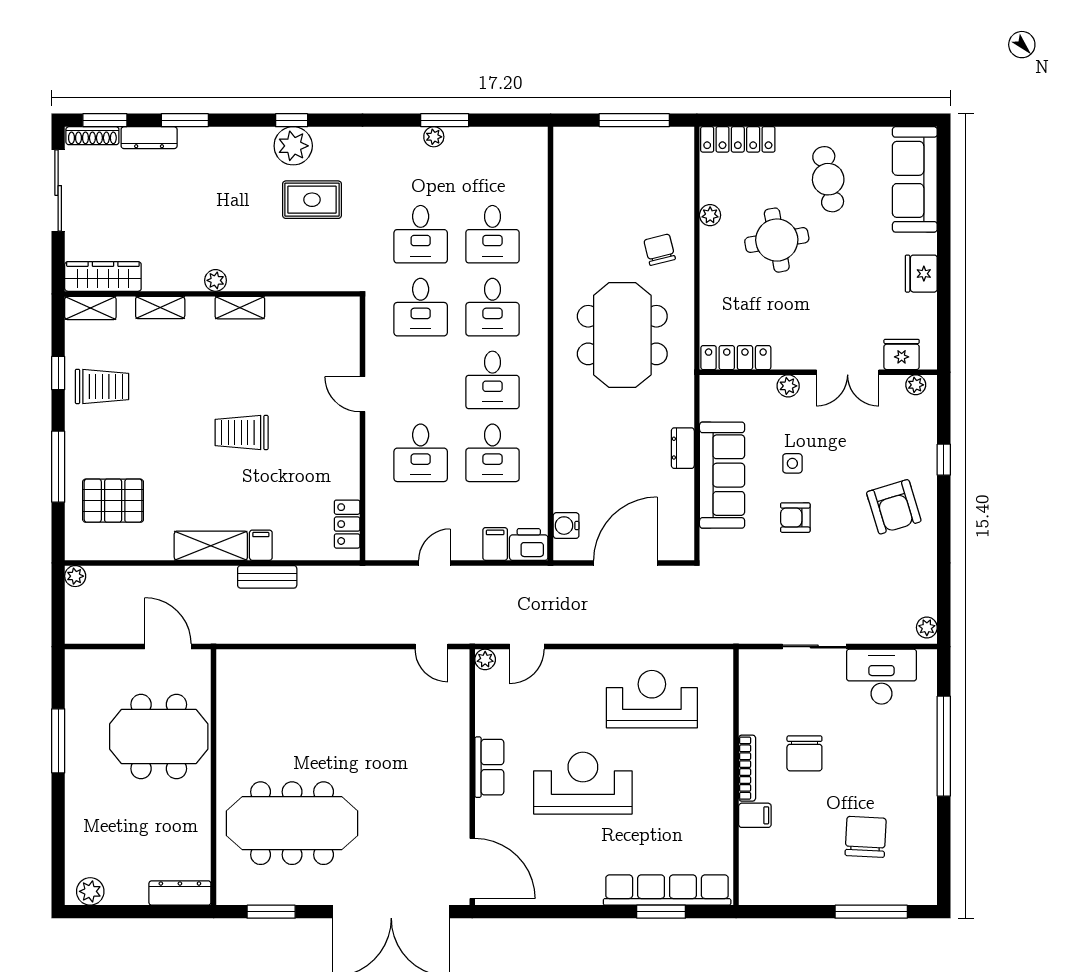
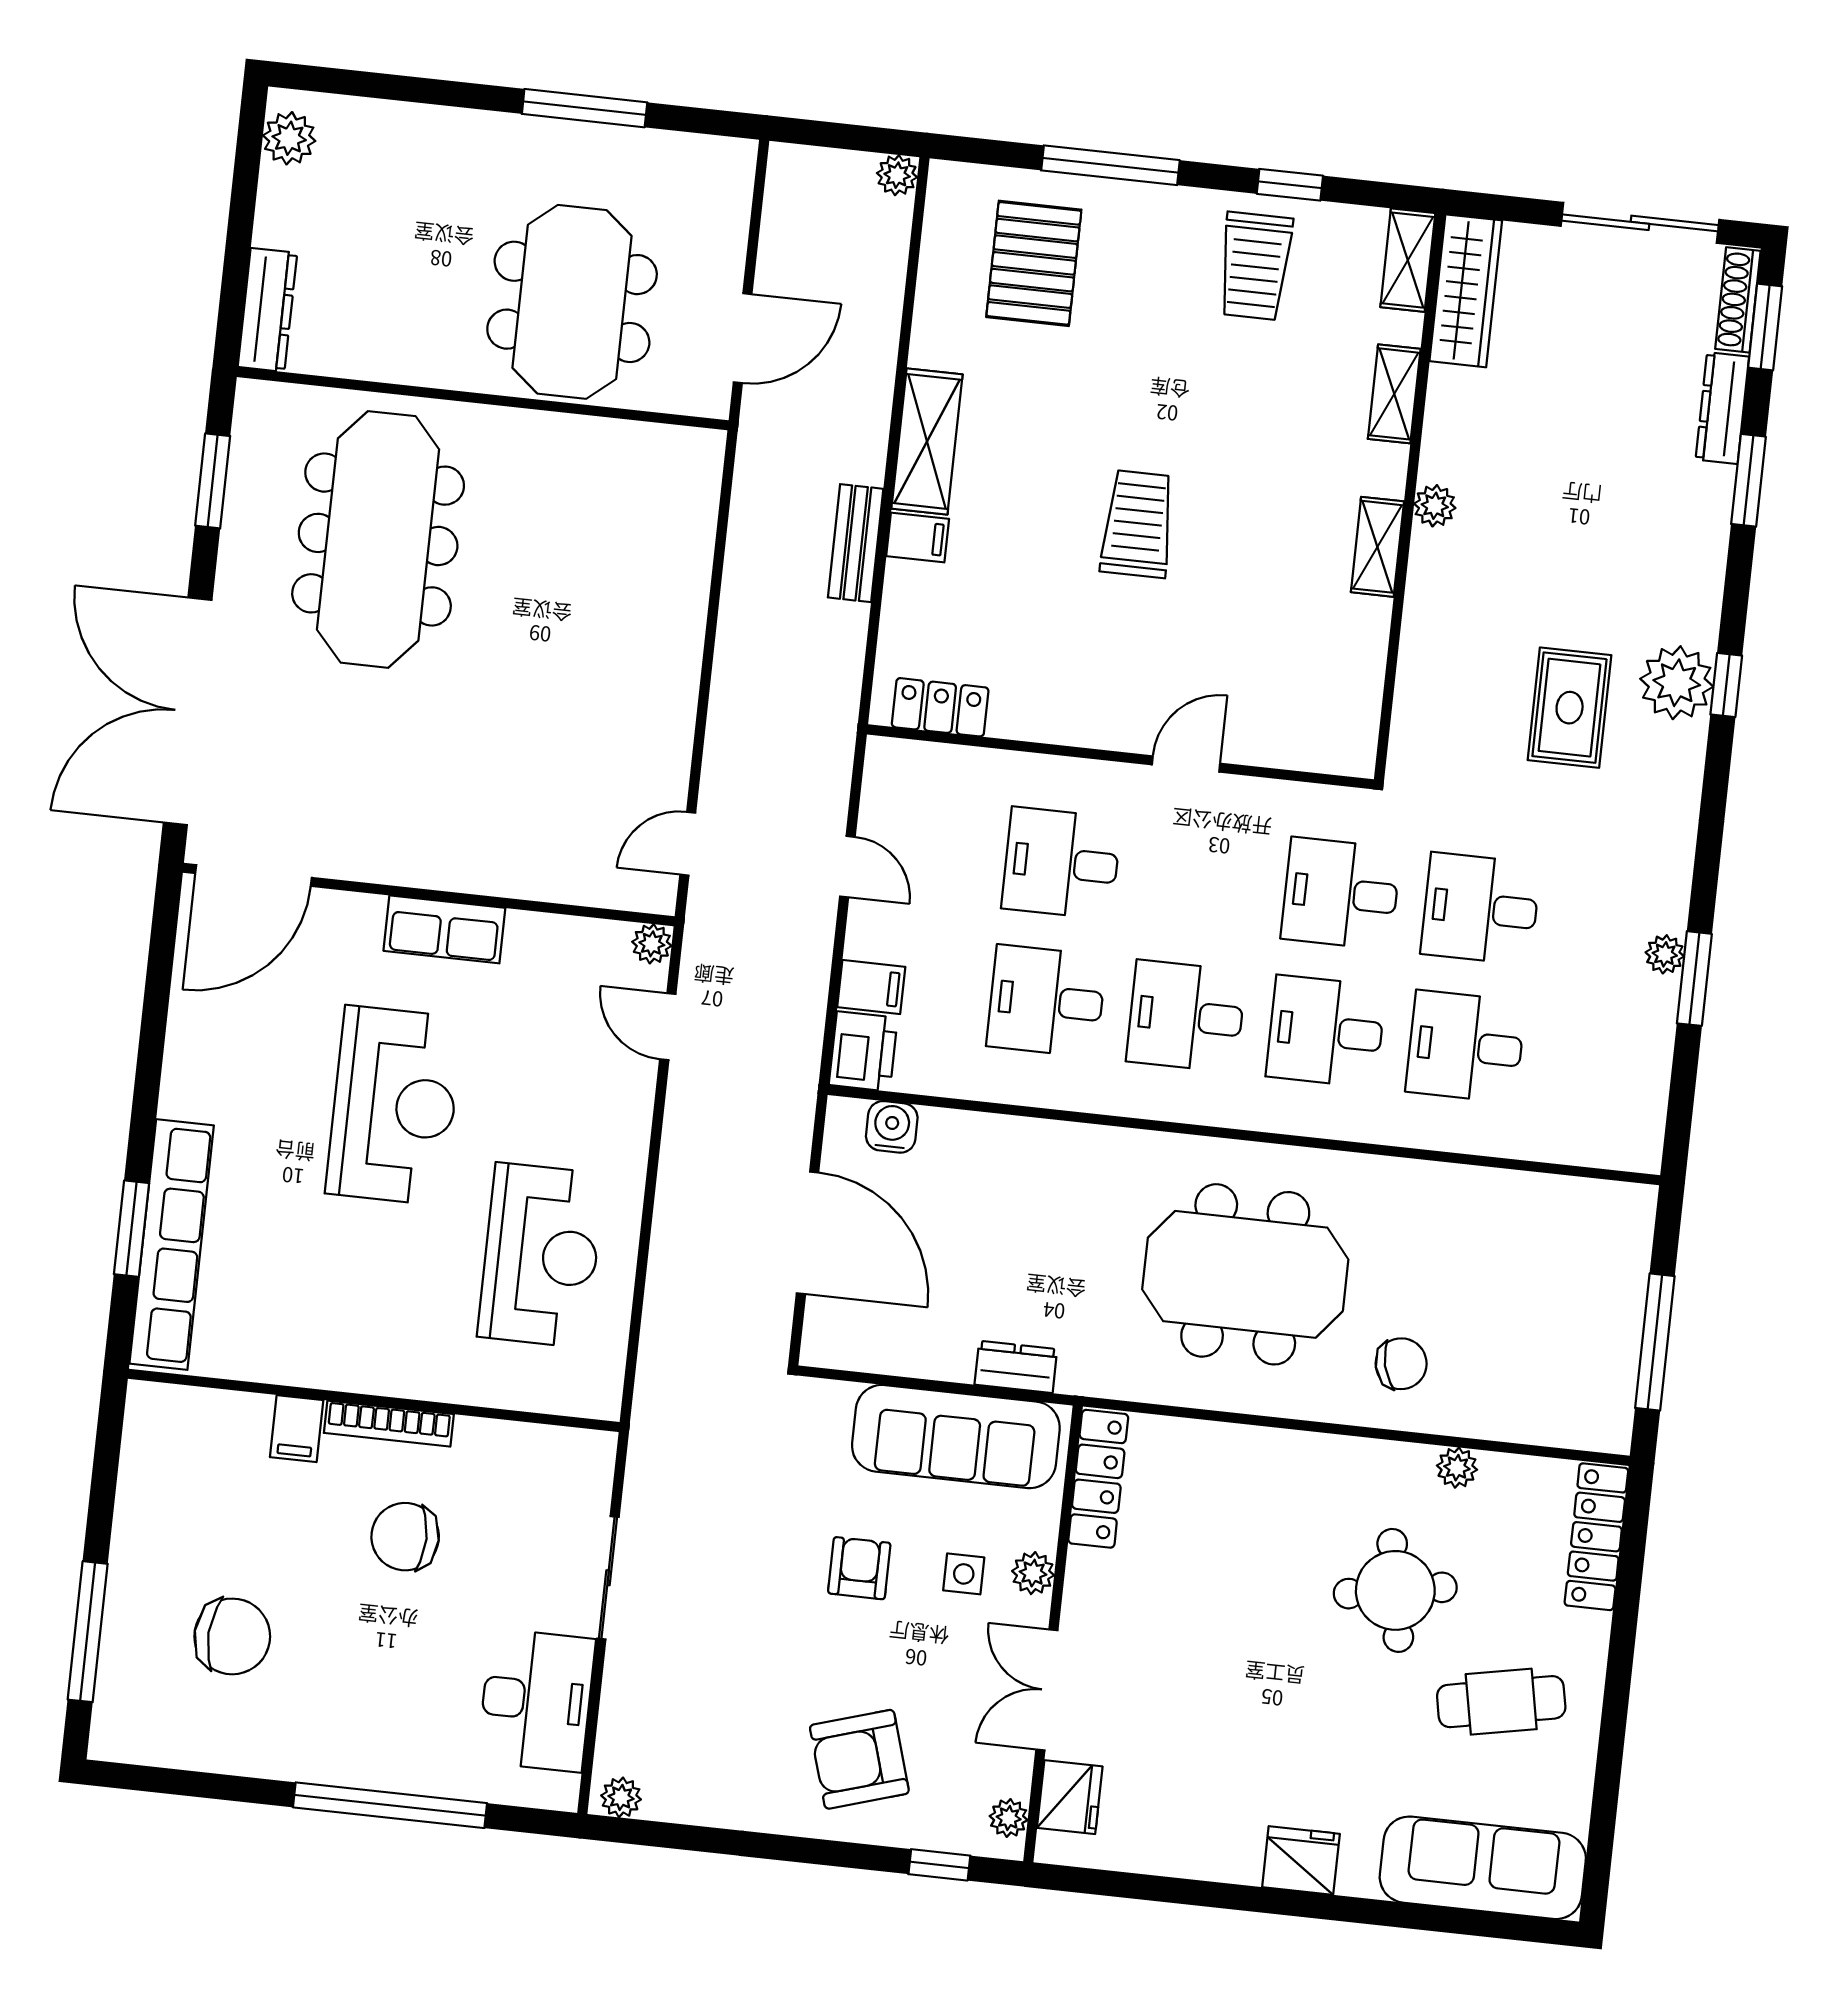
fridge: (902, 354) -> (1070, 1797), moved
locker: (736, 358) -> (1098, 1479), moved
wall: (818, 372) -> (1053, 1634), moved
double door: (848, 372) -> (1047, 1690), moved
plant: (916, 385) -> (1009, 1818), moved
plant: (788, 386) -> (1033, 1573), moved

